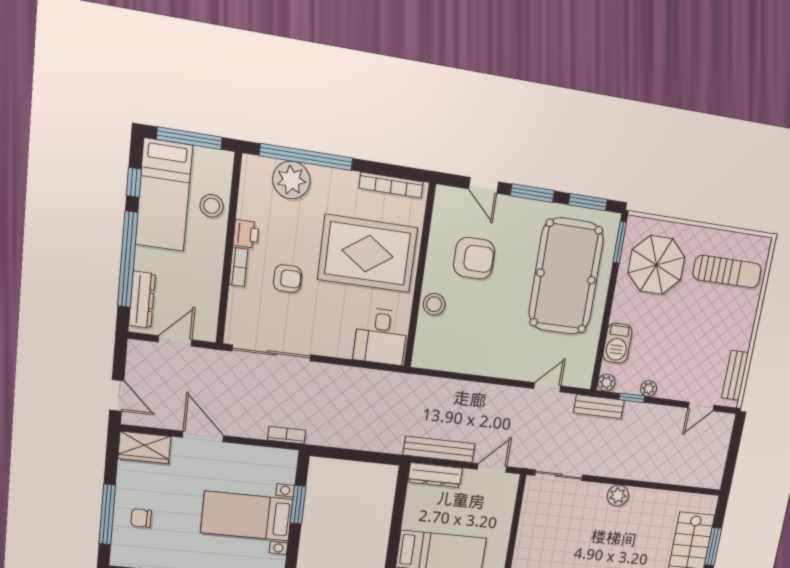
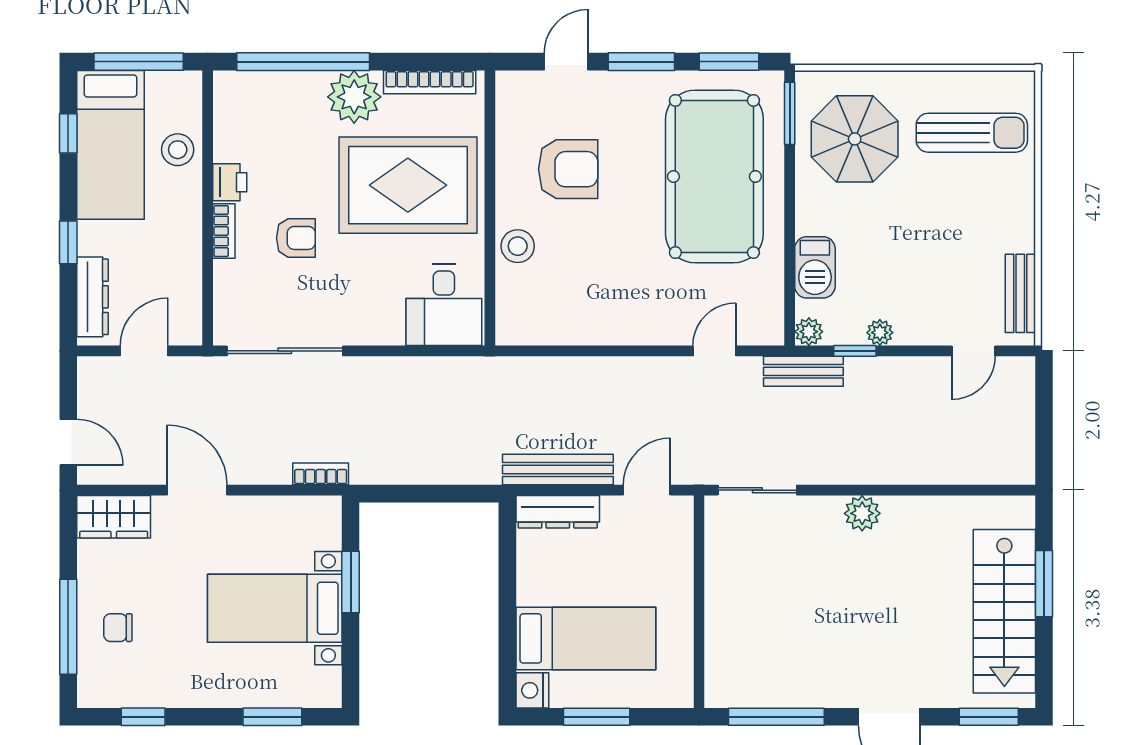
plant: (291, 180) -> (354, 97), moved
door: (484, 185) -> (566, 62), swing flipped
window: (128, 260) -> (68, 242), width x0.32

